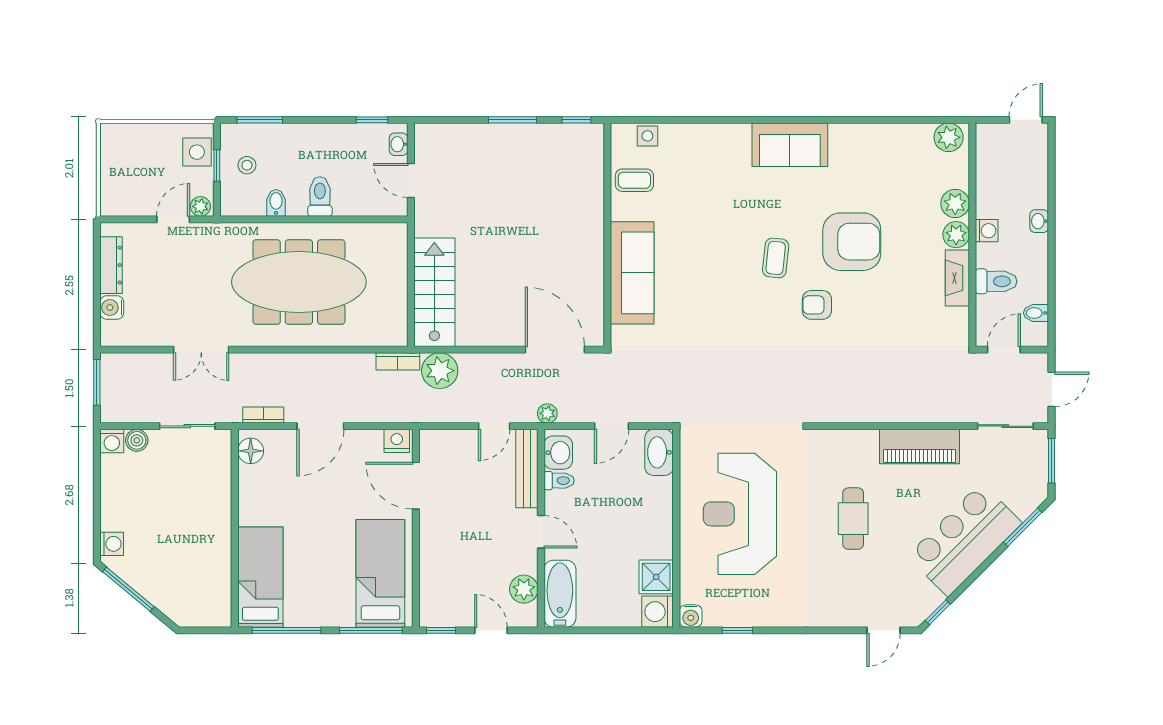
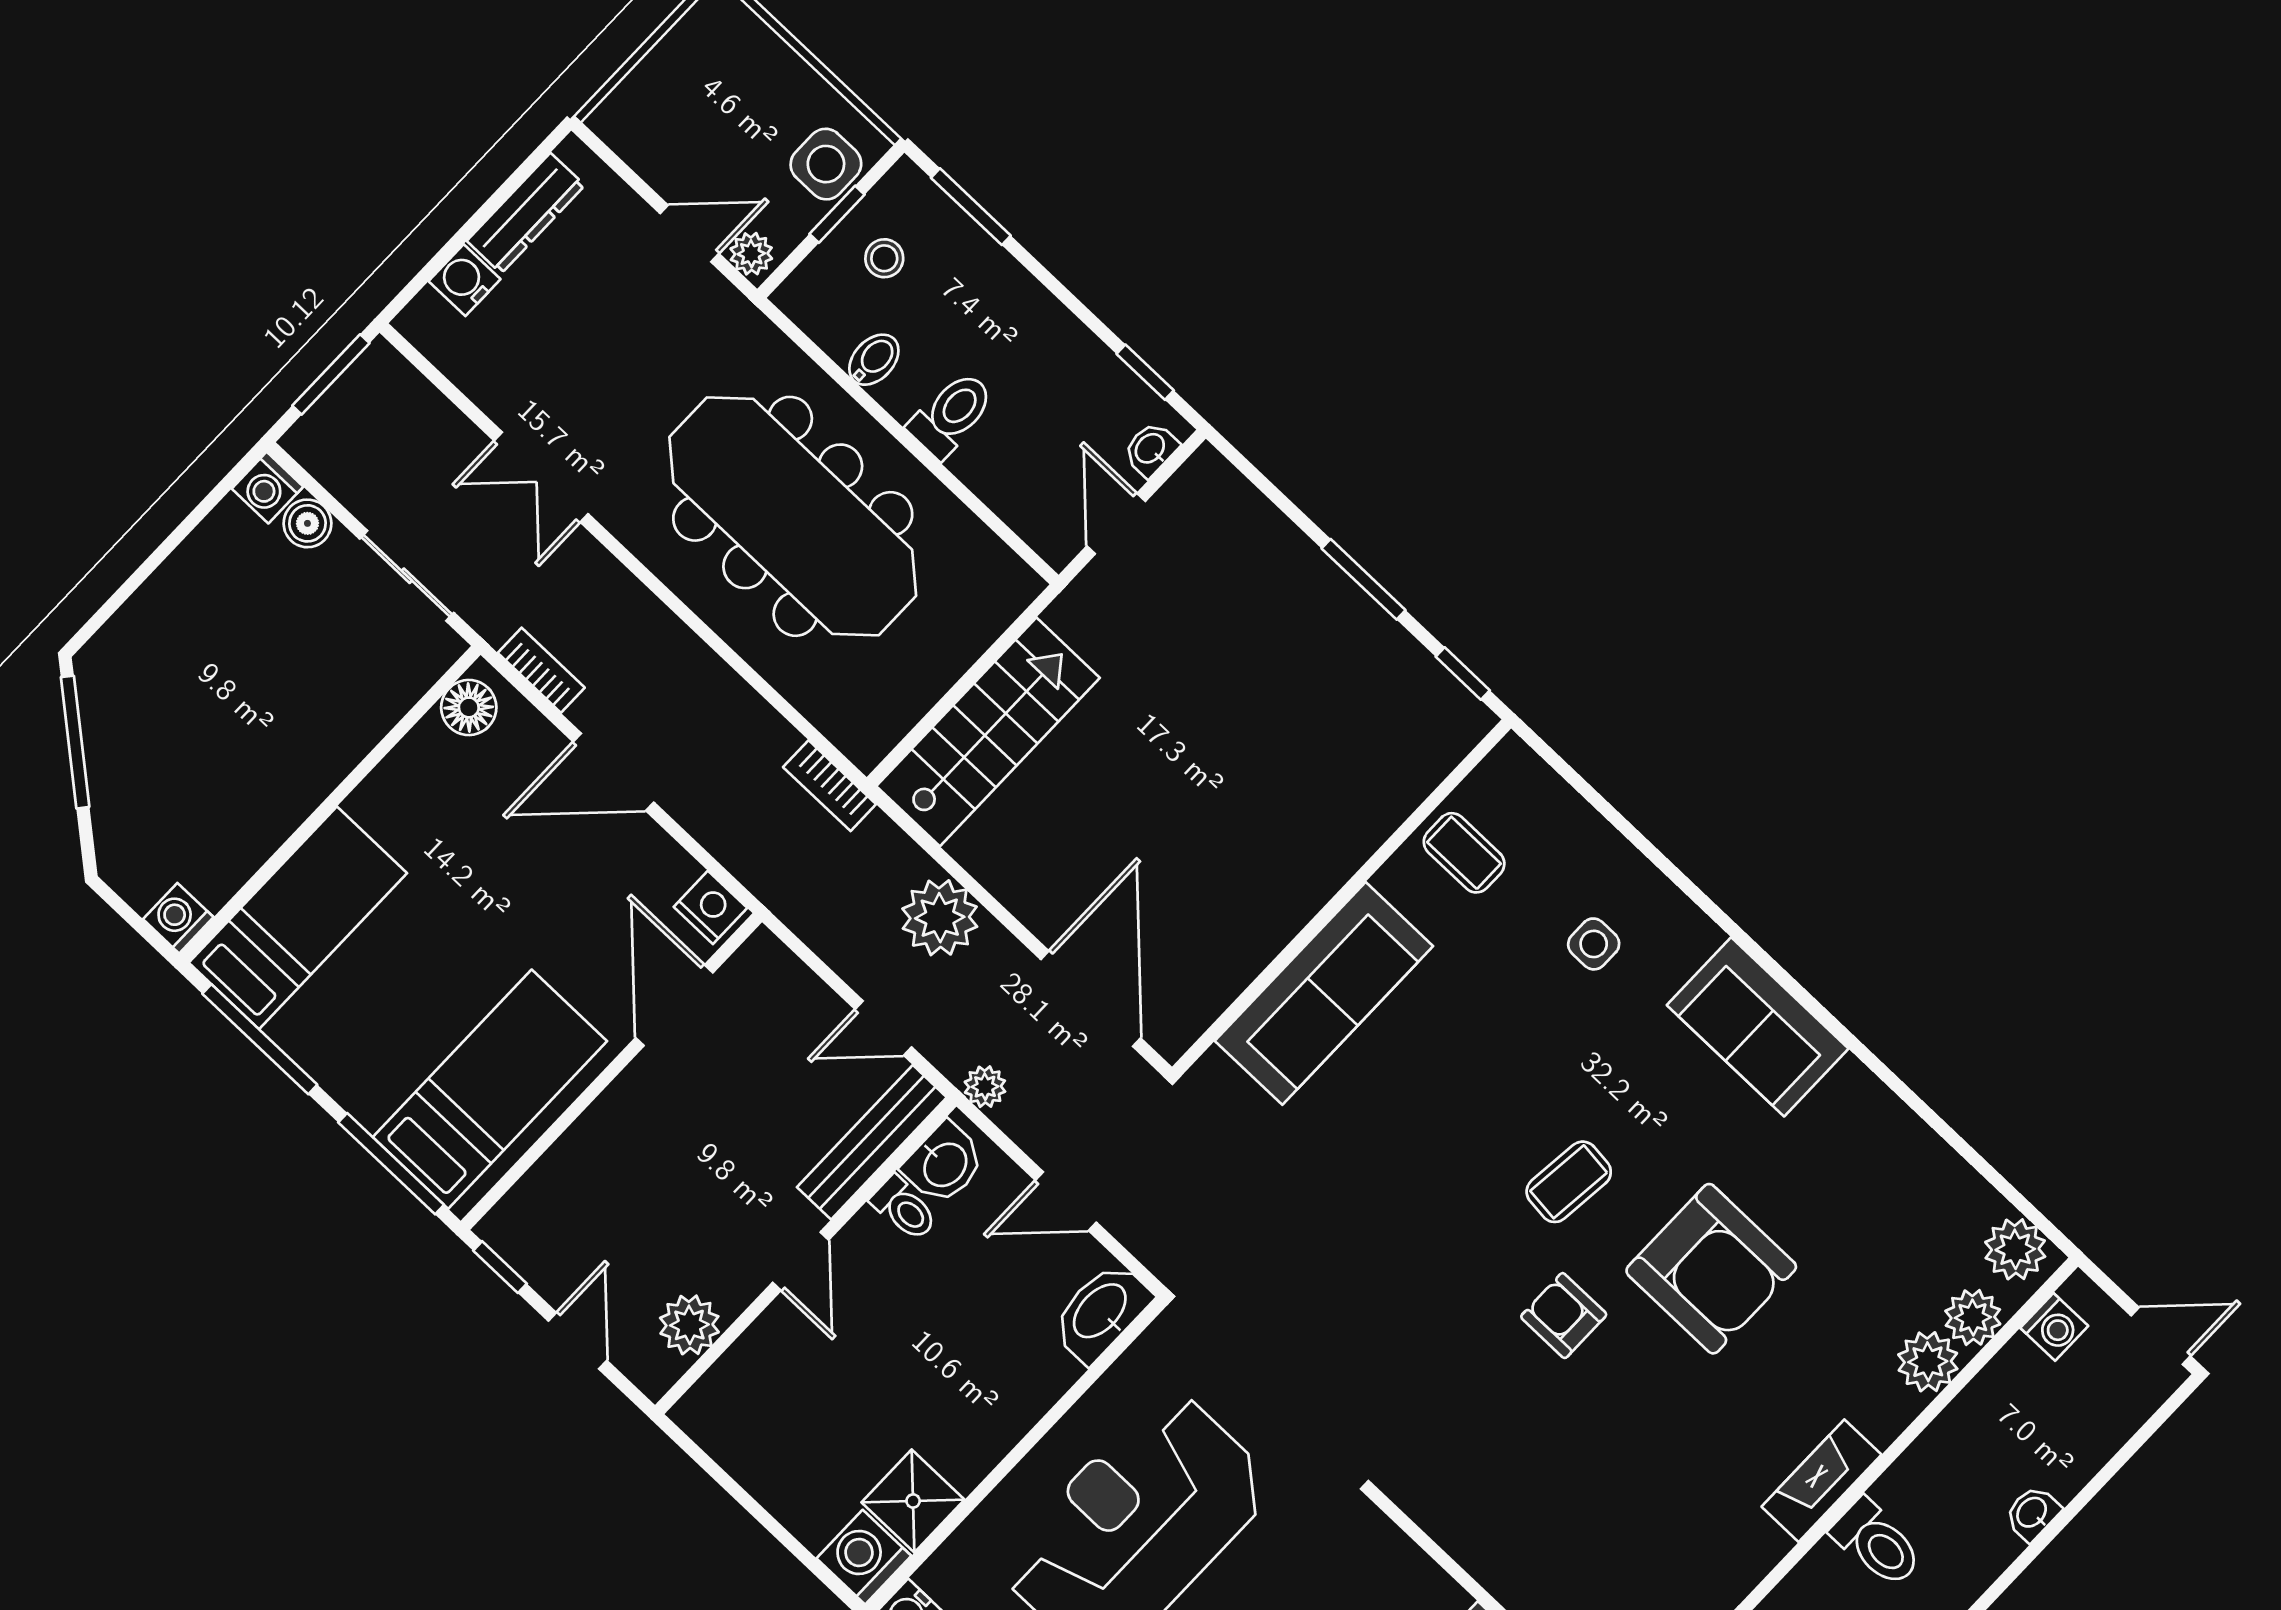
side table: (647, 136) -> (1594, 944), moved
washing machine: (987, 231) -> (2054, 1327), moved
plant: (956, 235) -> (1973, 1317), moved
plant: (440, 371) -> (940, 918), moved
washing machine: (112, 544) -> (178, 918), moved, turned 180
bathtub: (560, 594) -> (739, 1385), removed

